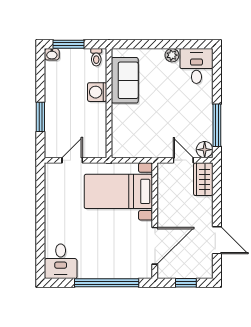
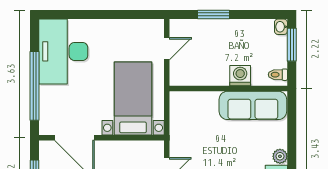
sofa: (125, 80) -> (253, 105), width x1.36
door: (72, 160) -> (167, 49), hinge flipped
desk: (61, 261) -> (63, 51), width x1.87, depth x1.30

